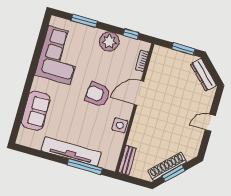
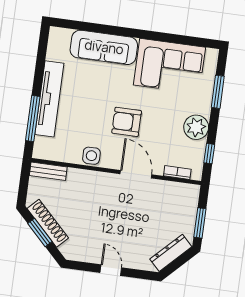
armchair: (98, 94) -> (127, 122), turned -96
sofa: (36, 111) -> (104, 47), width x1.36

